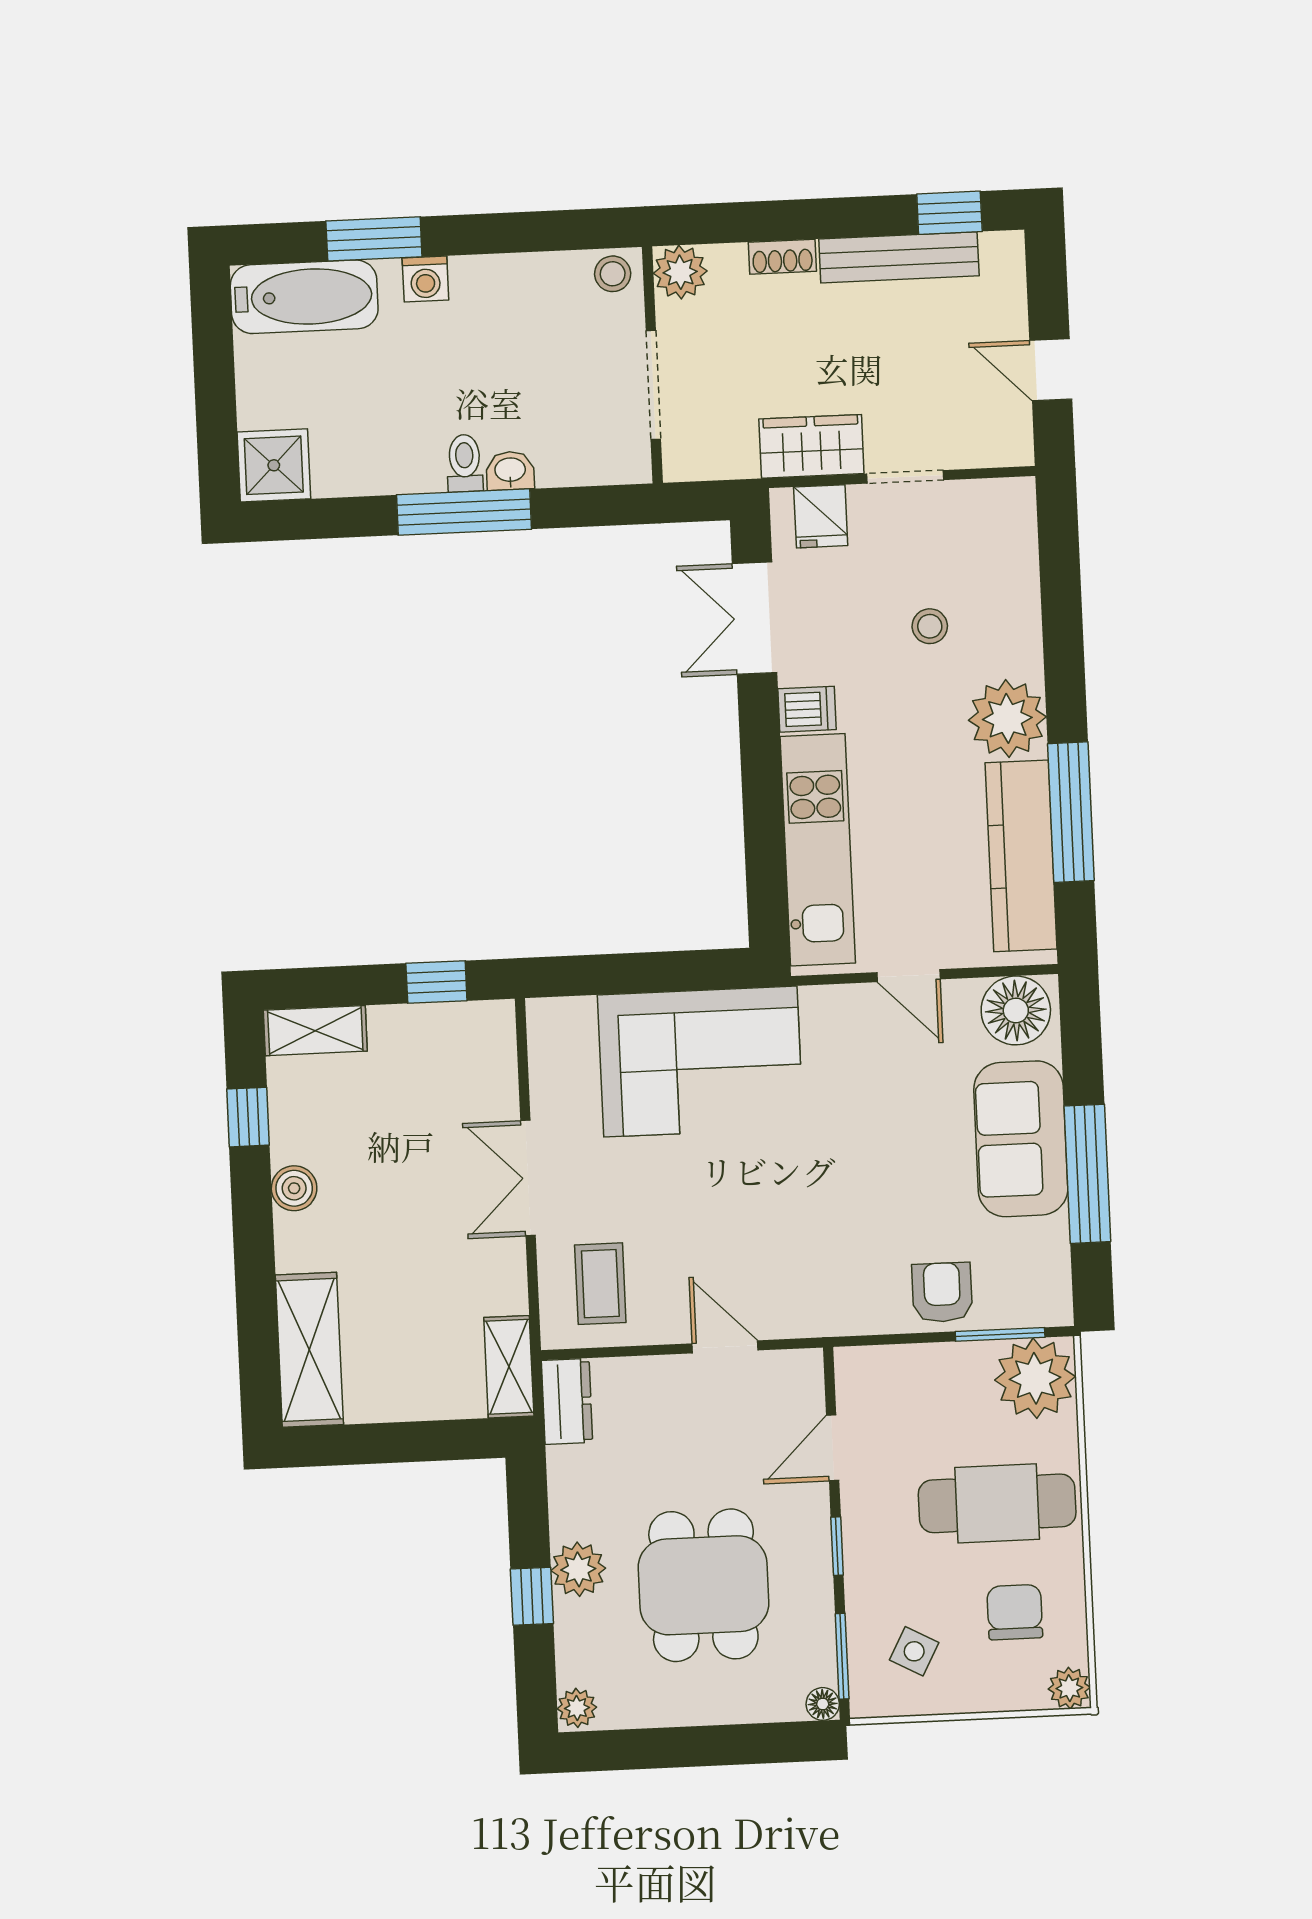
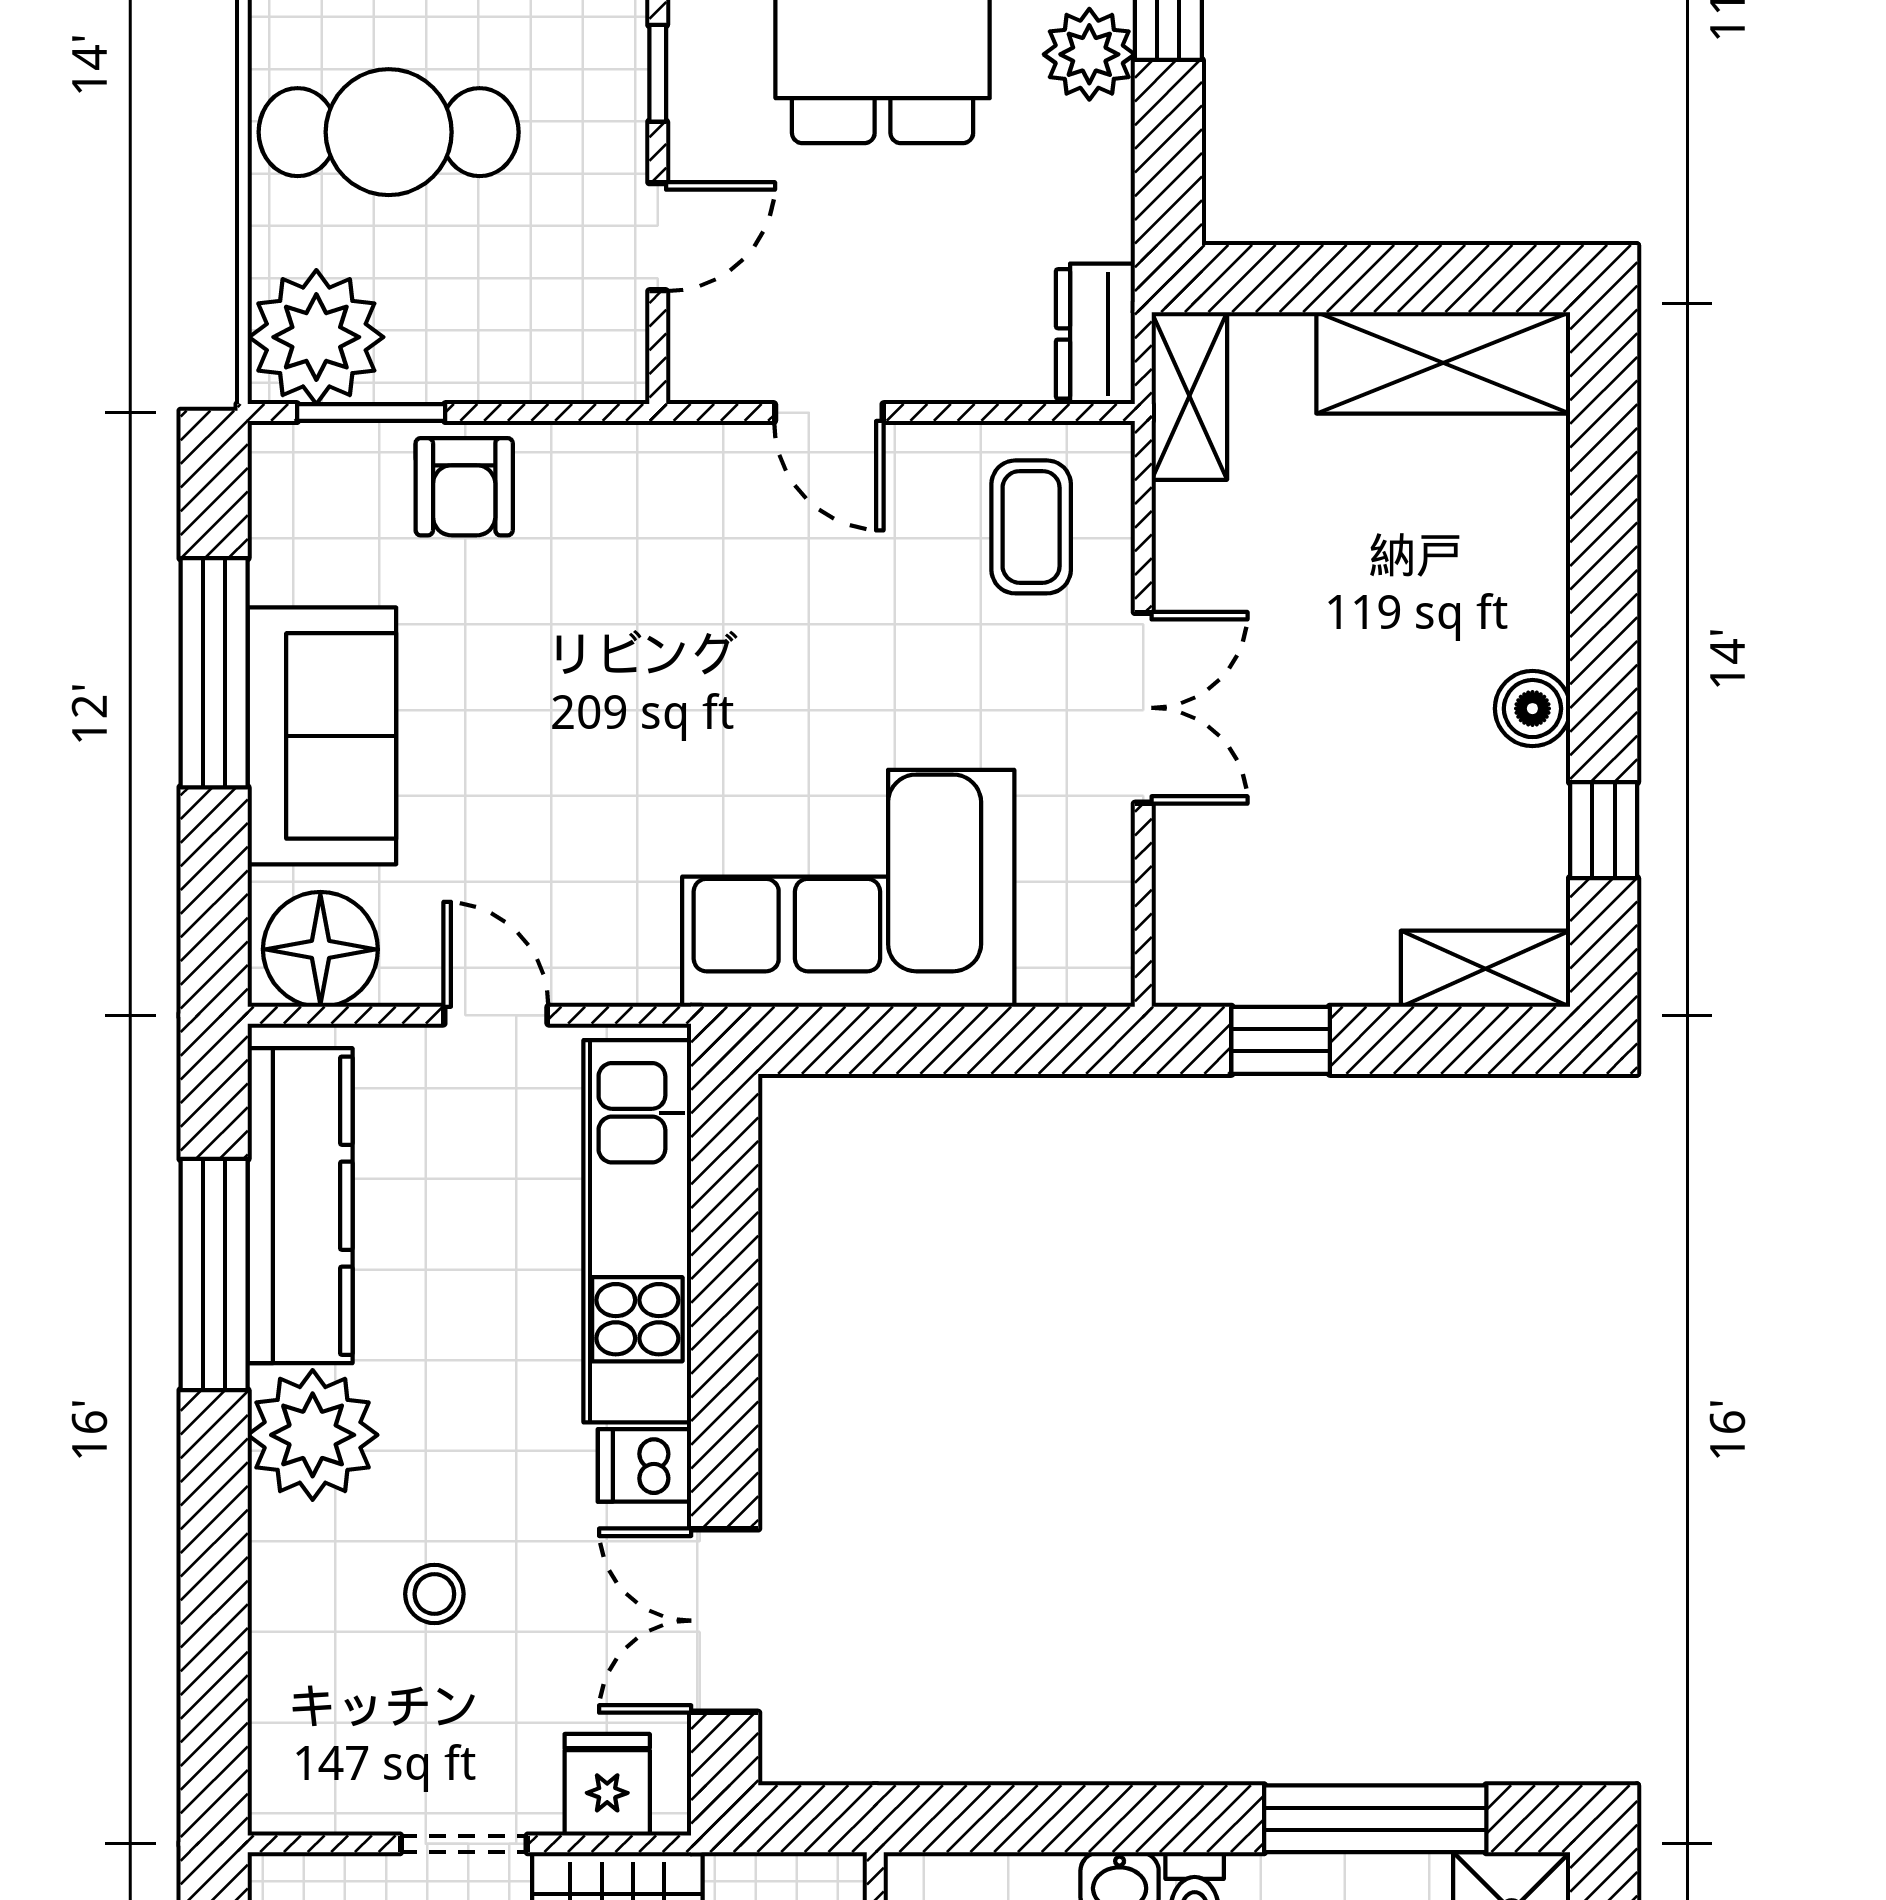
window: (464, 512) -> (1375, 1819), moved
double door: (755, 618) -> (725, 1621), swing flipped
shelving: (309, 1350) -> (1443, 363), moved, turned 90

